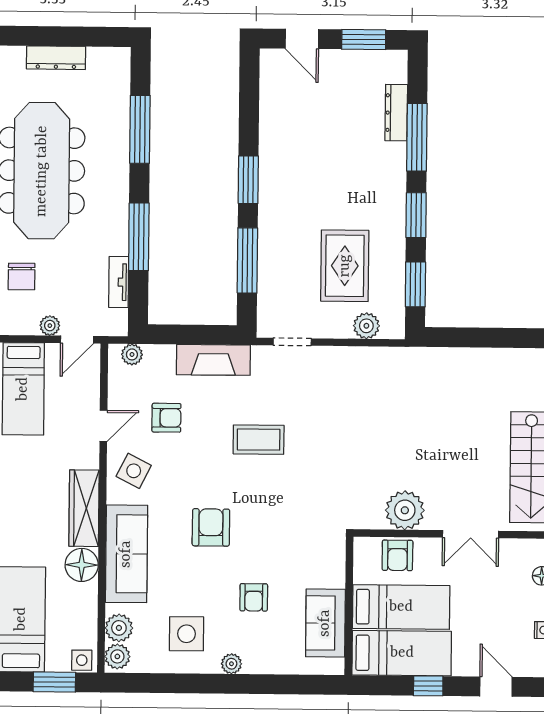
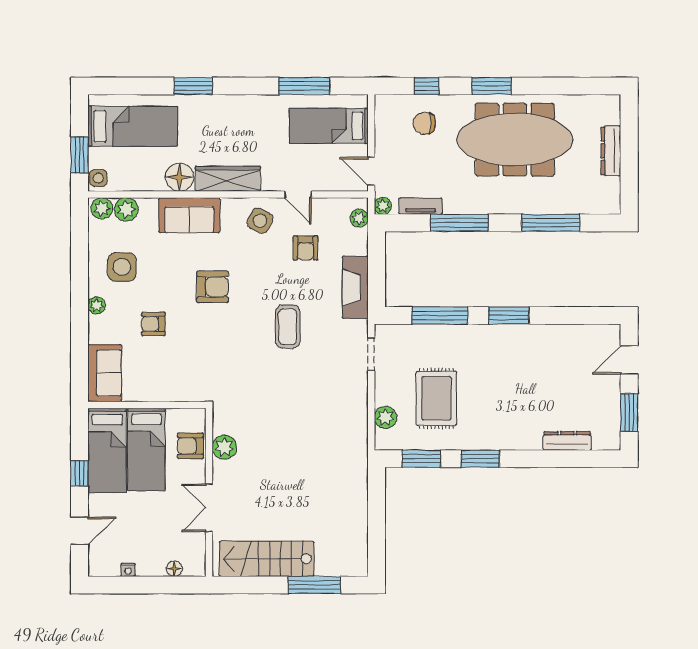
window: (417, 137) -> (546, 459), removed
rug: (345, 266) -> (436, 398), turned 90
plant: (50, 326) -> (383, 206), moved
plant: (405, 510) -> (224, 447), width x0.73, depth x0.73
sofa: (126, 554) -> (189, 215), width x0.73
sofa: (325, 623) -> (105, 373), moved, turned 90

